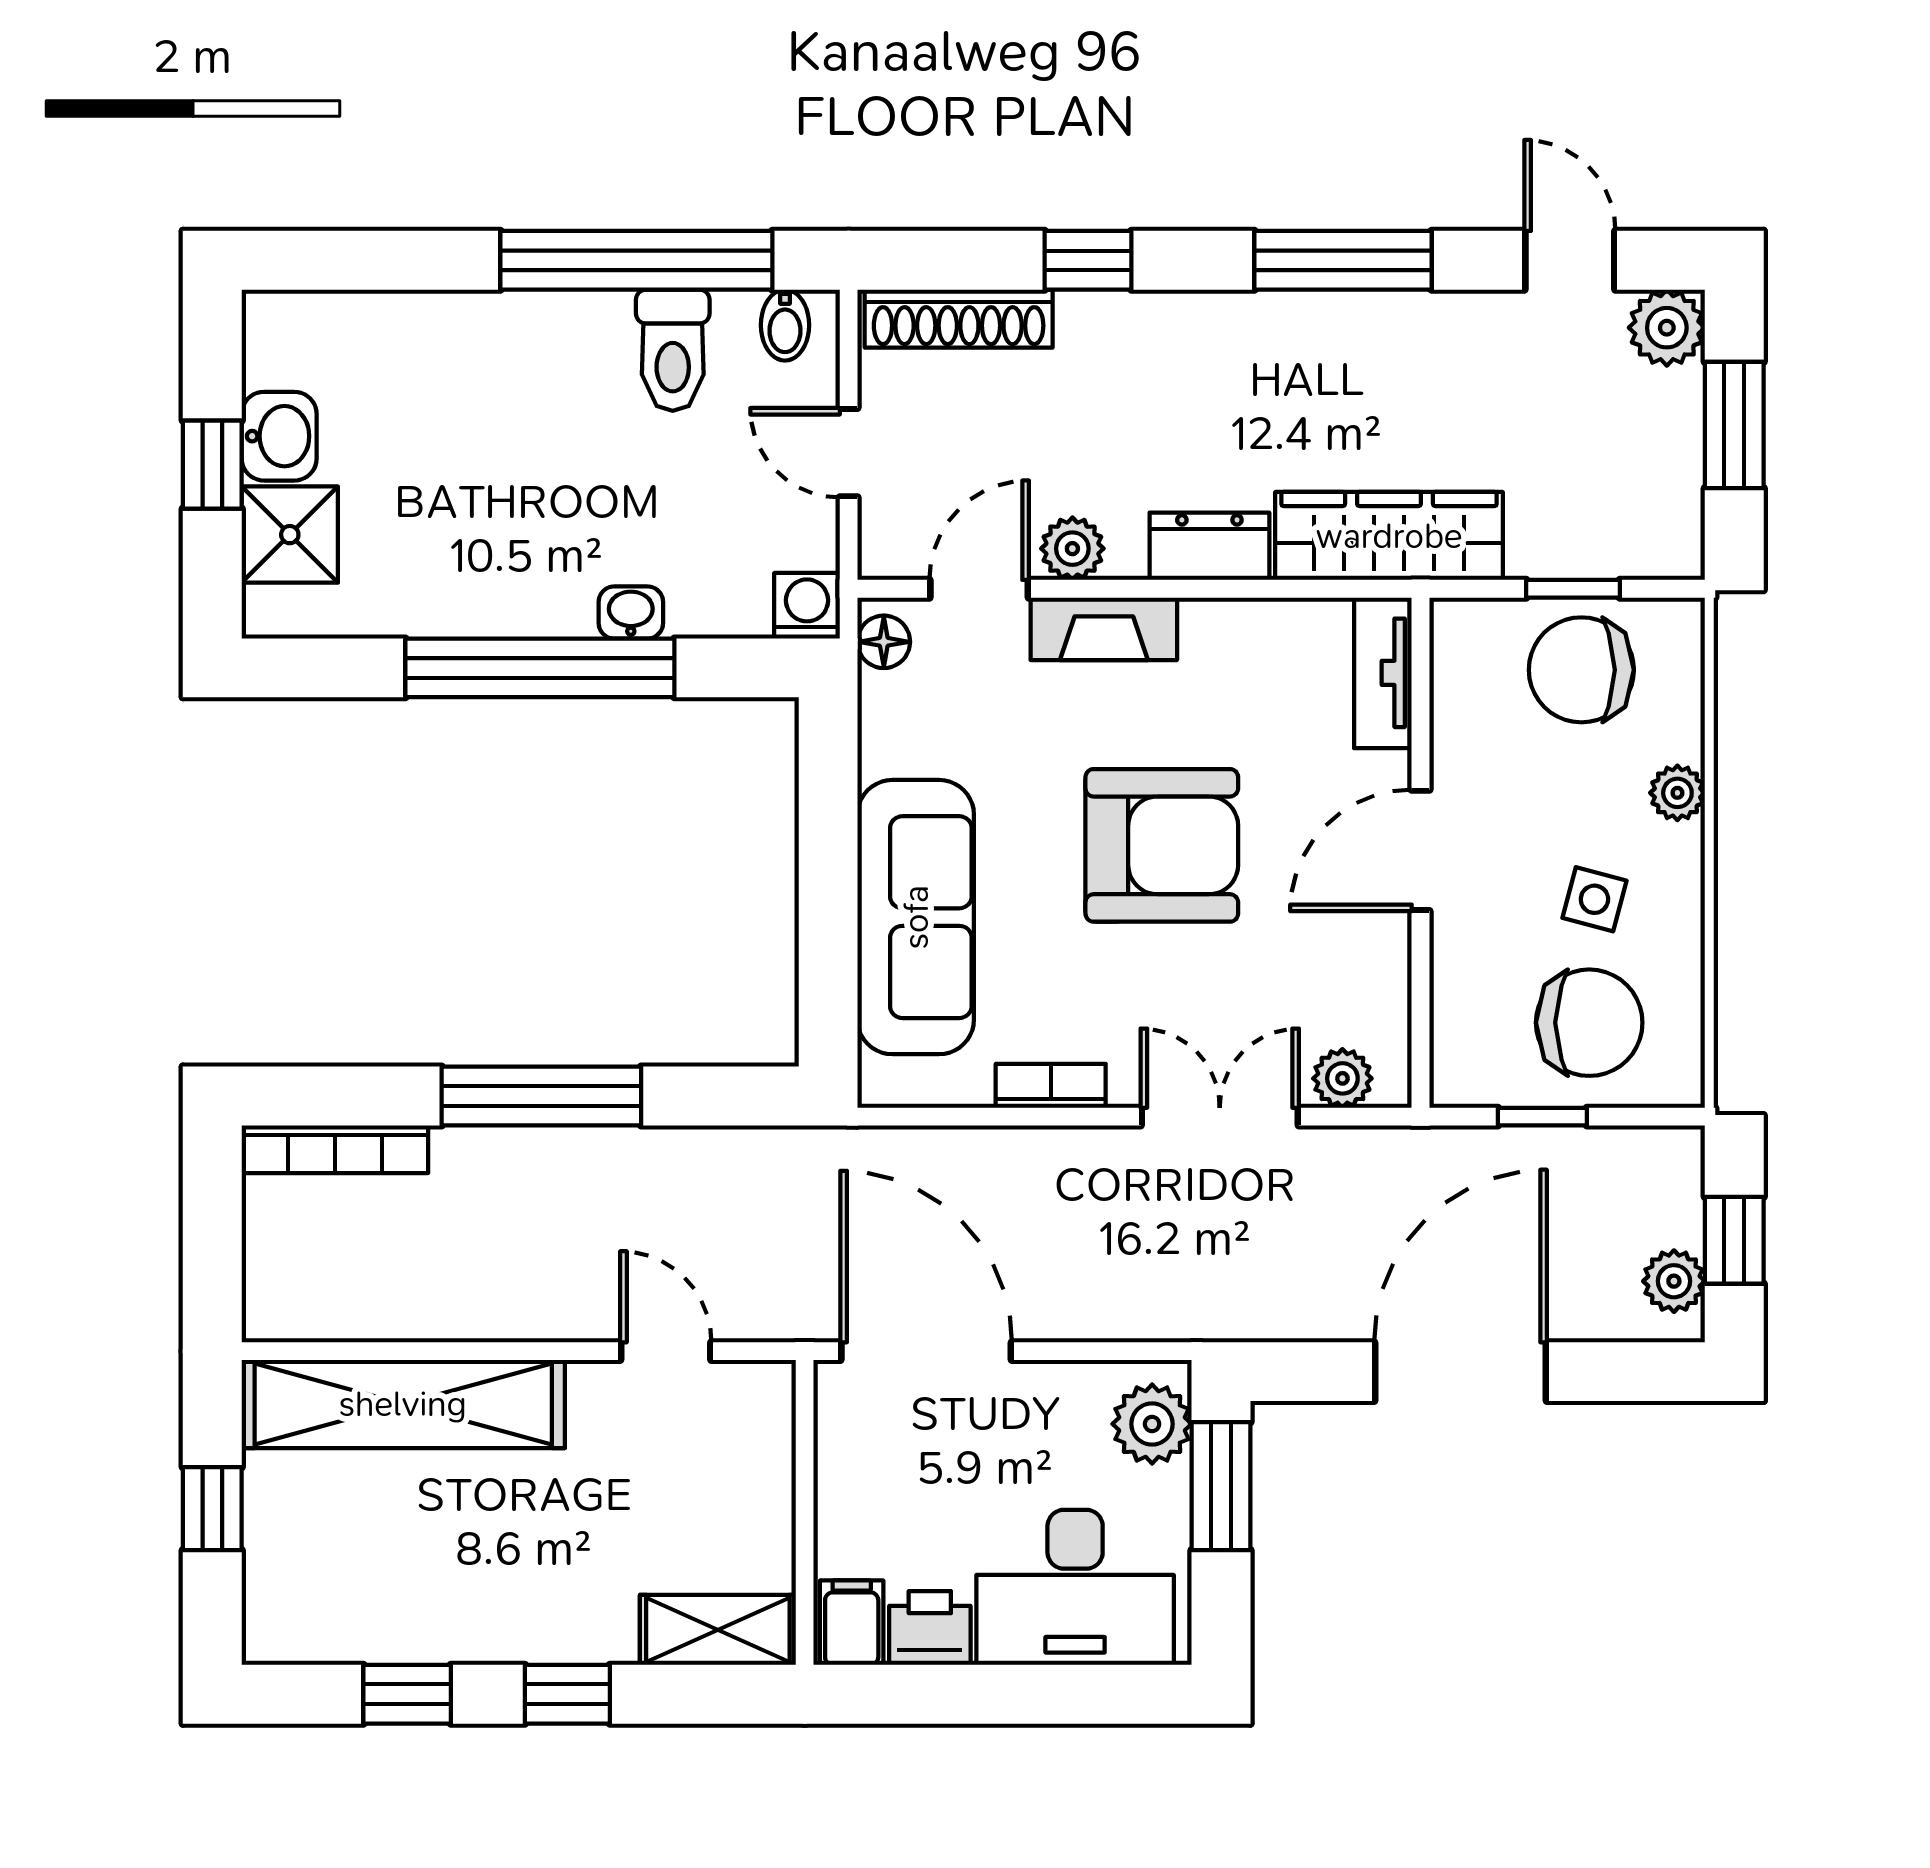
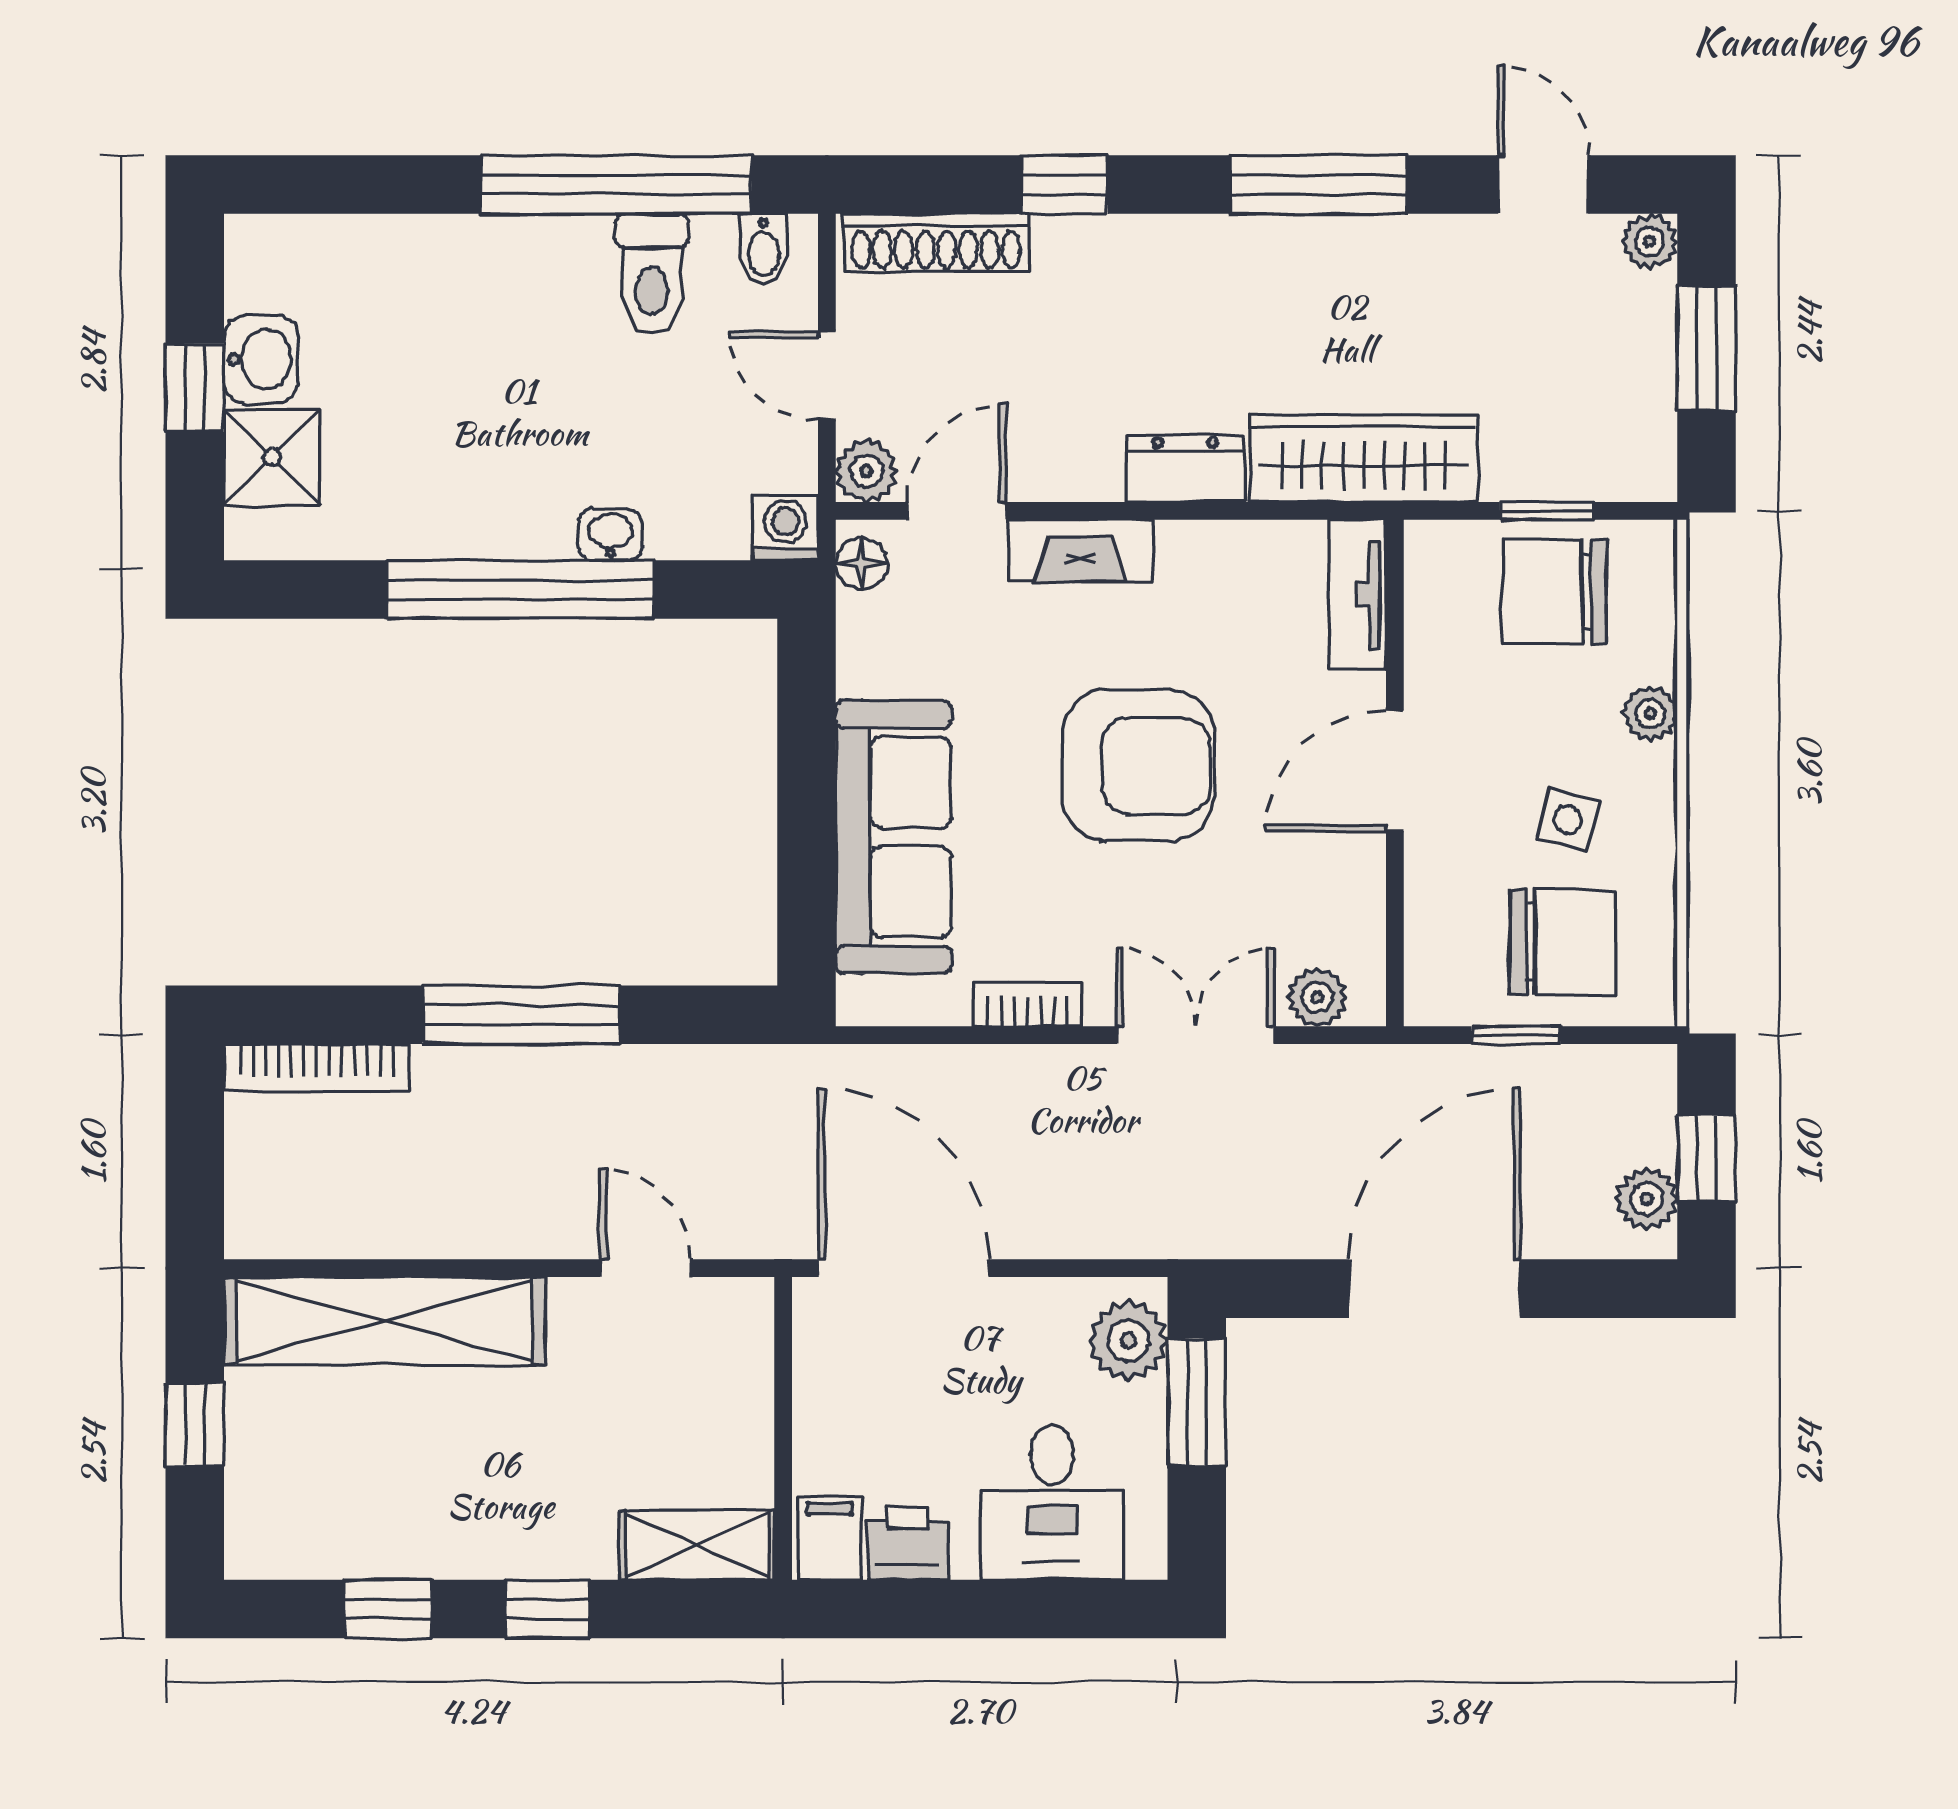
plant: (1667, 328) -> (1650, 241), width x0.73, depth x0.73
plant: (1072, 549) -> (867, 471), moved
desk: (1075, 1587) -> (1052, 1503), width x0.73

